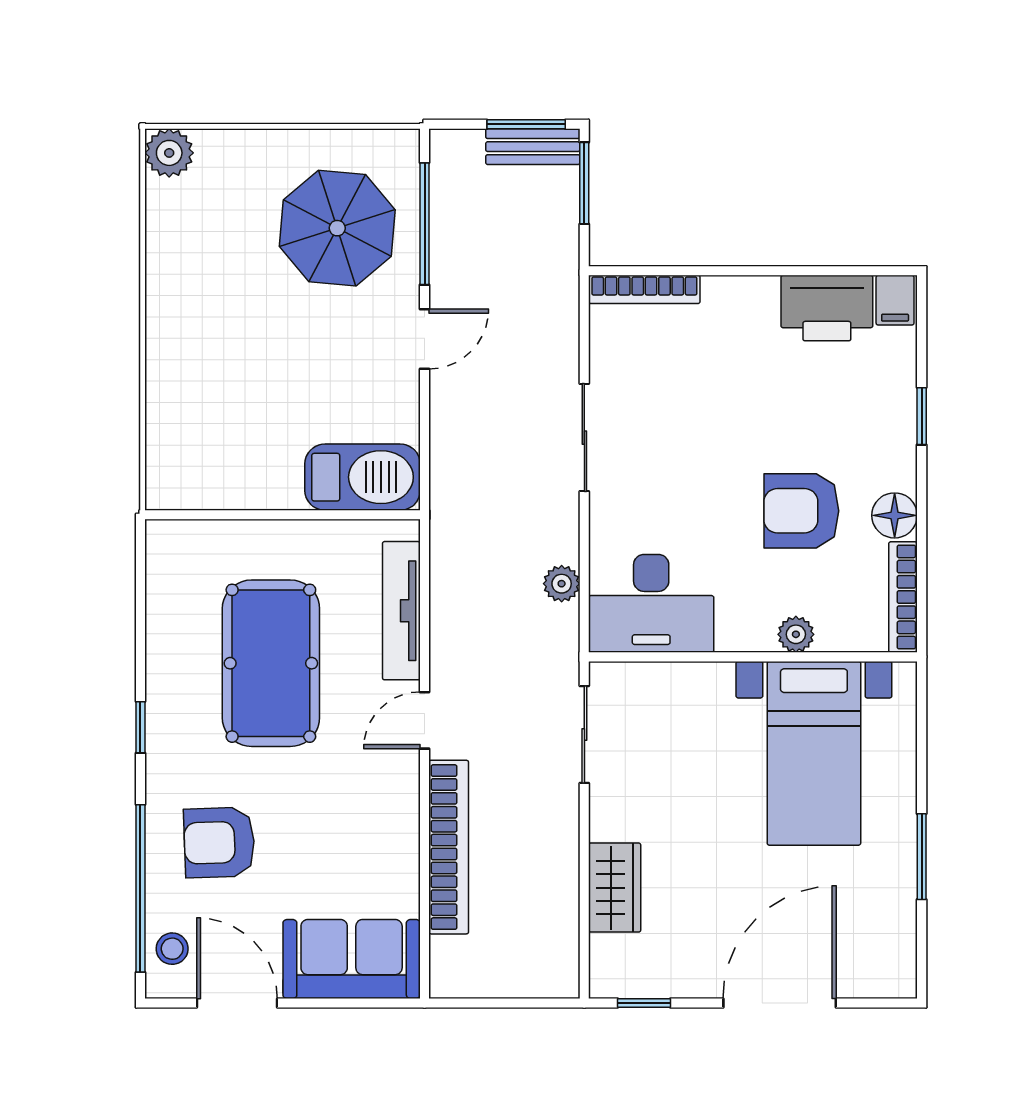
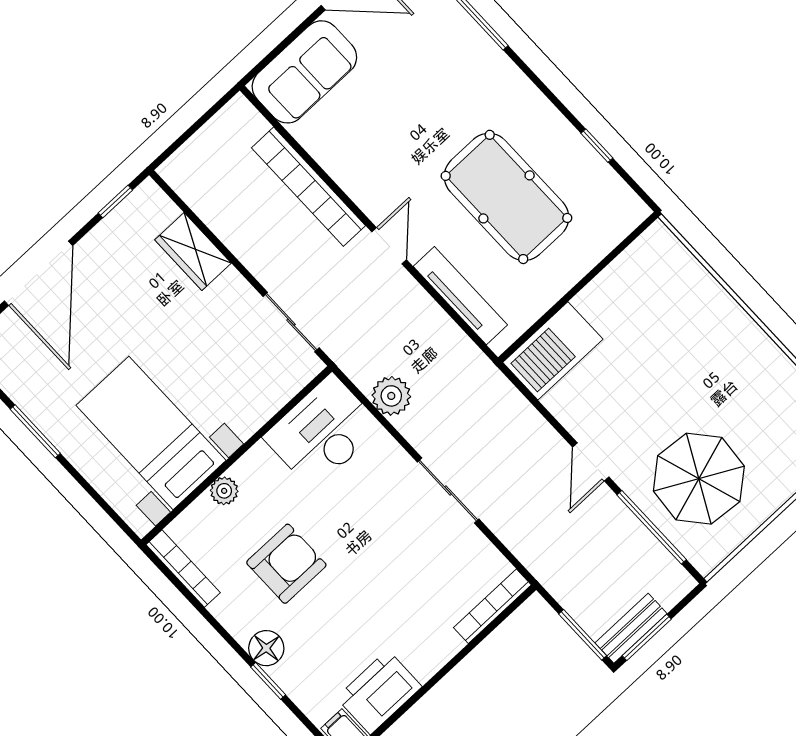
floor lamp: (895, 515) -> (266, 648), moved
plant: (562, 584) -> (391, 396), width x1.38, depth x1.38
window: (140, 727) -> (597, 146), moved
armchair: (219, 842) -> (441, 68), removed

